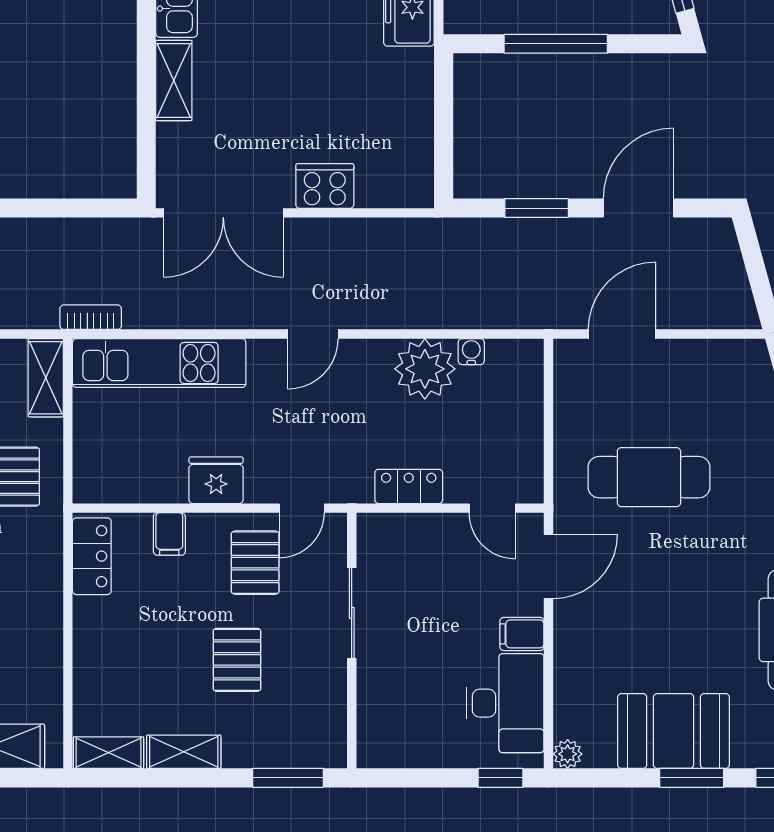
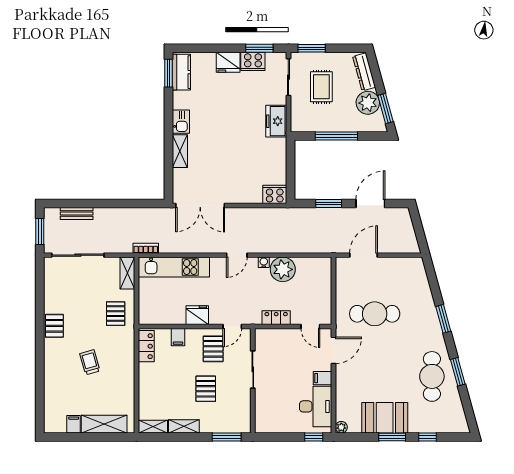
cooker: (325, 186) -> (275, 194), moved
water cooler: (471, 352) -> (264, 262), moved

